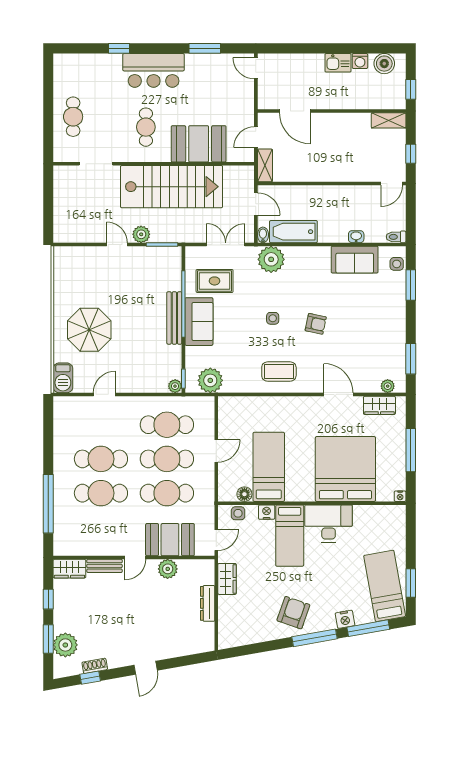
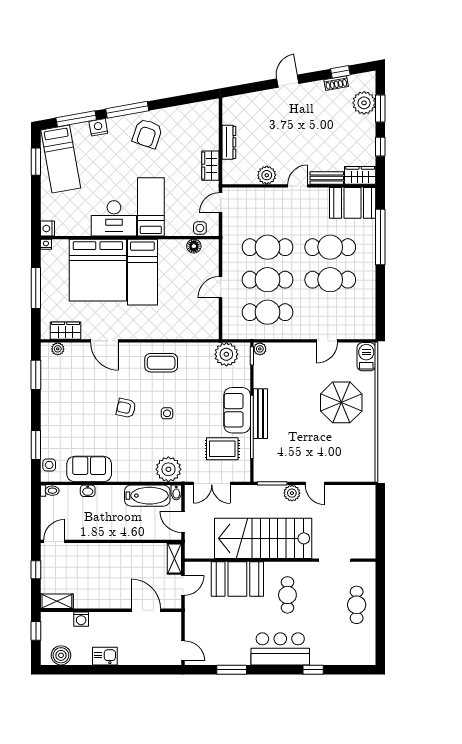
washing machine: (360, 61) -> (81, 619), moved, turned 180
bed: (269, 467) -> (142, 272), moved
nightstand: (267, 512) -> (47, 228), moved, turned 90
booth: (170, 540) -> (353, 203), moved

